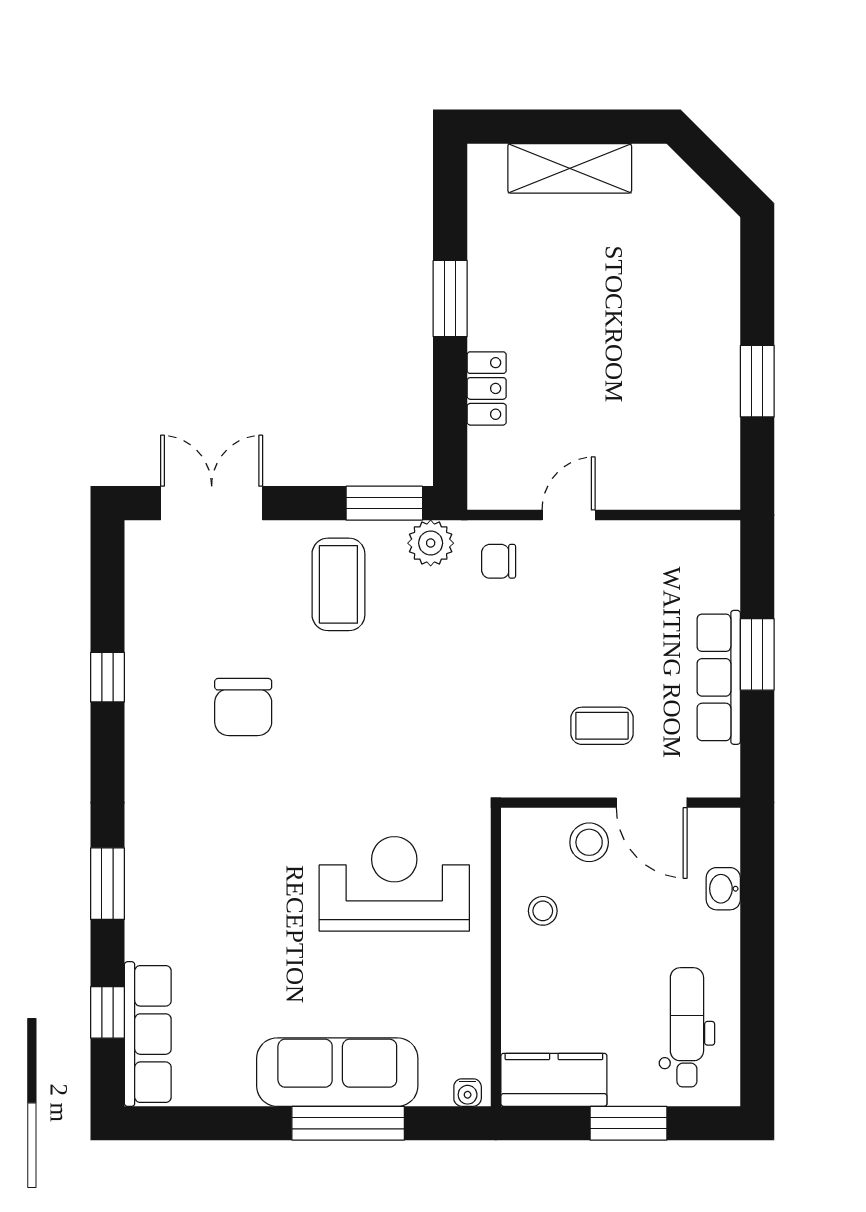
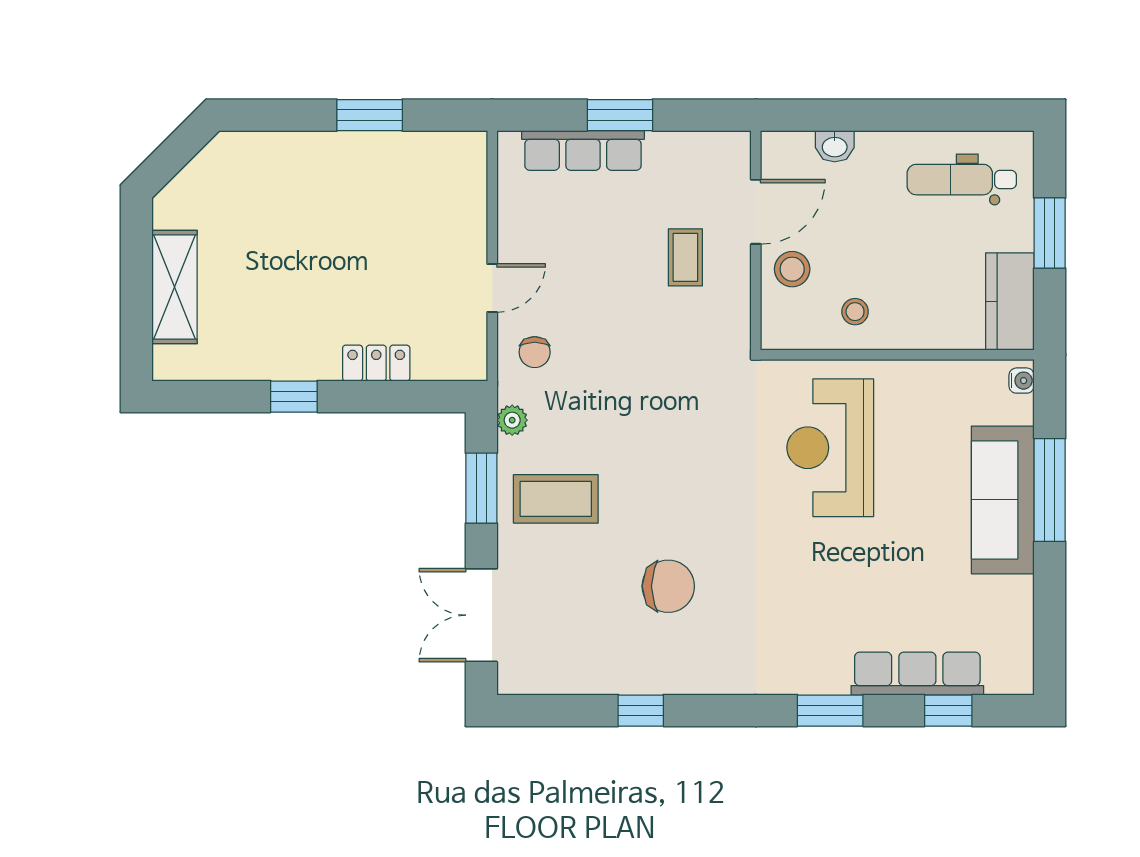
window: (450, 299) -> (294, 397), width x0.67
window: (384, 503) -> (481, 488), moved
door: (569, 515) -> (492, 288), swing flipped
plant: (431, 543) -> (512, 420), width x0.73, depth x0.73
row of seats: (719, 677) -> (583, 150), moved
row of seats: (148, 1034) -> (917, 674), moved

